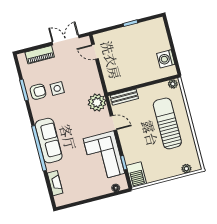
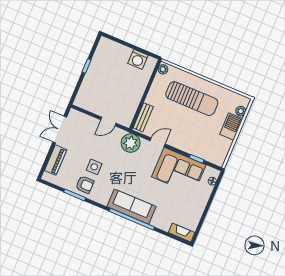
door: (95, 52) -> (108, 122), moved
armchair: (38, 92) -> (85, 185), turned 90
sun lounger: (167, 123) -> (192, 99), turned 180
barbecue: (136, 175) -> (231, 126), moved, turned -90
fireplace: (55, 183) -> (182, 233), moved

